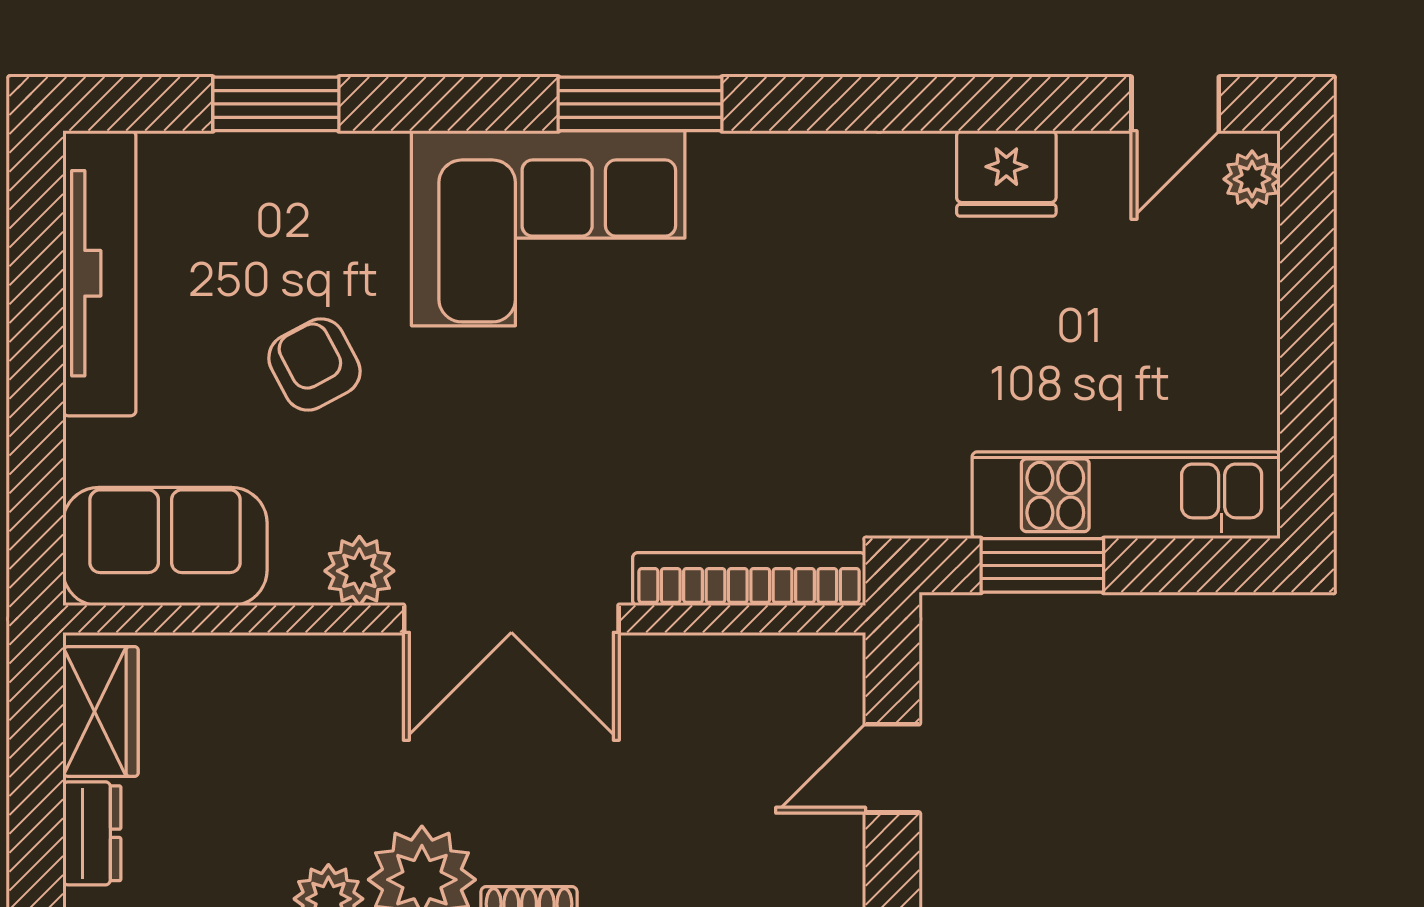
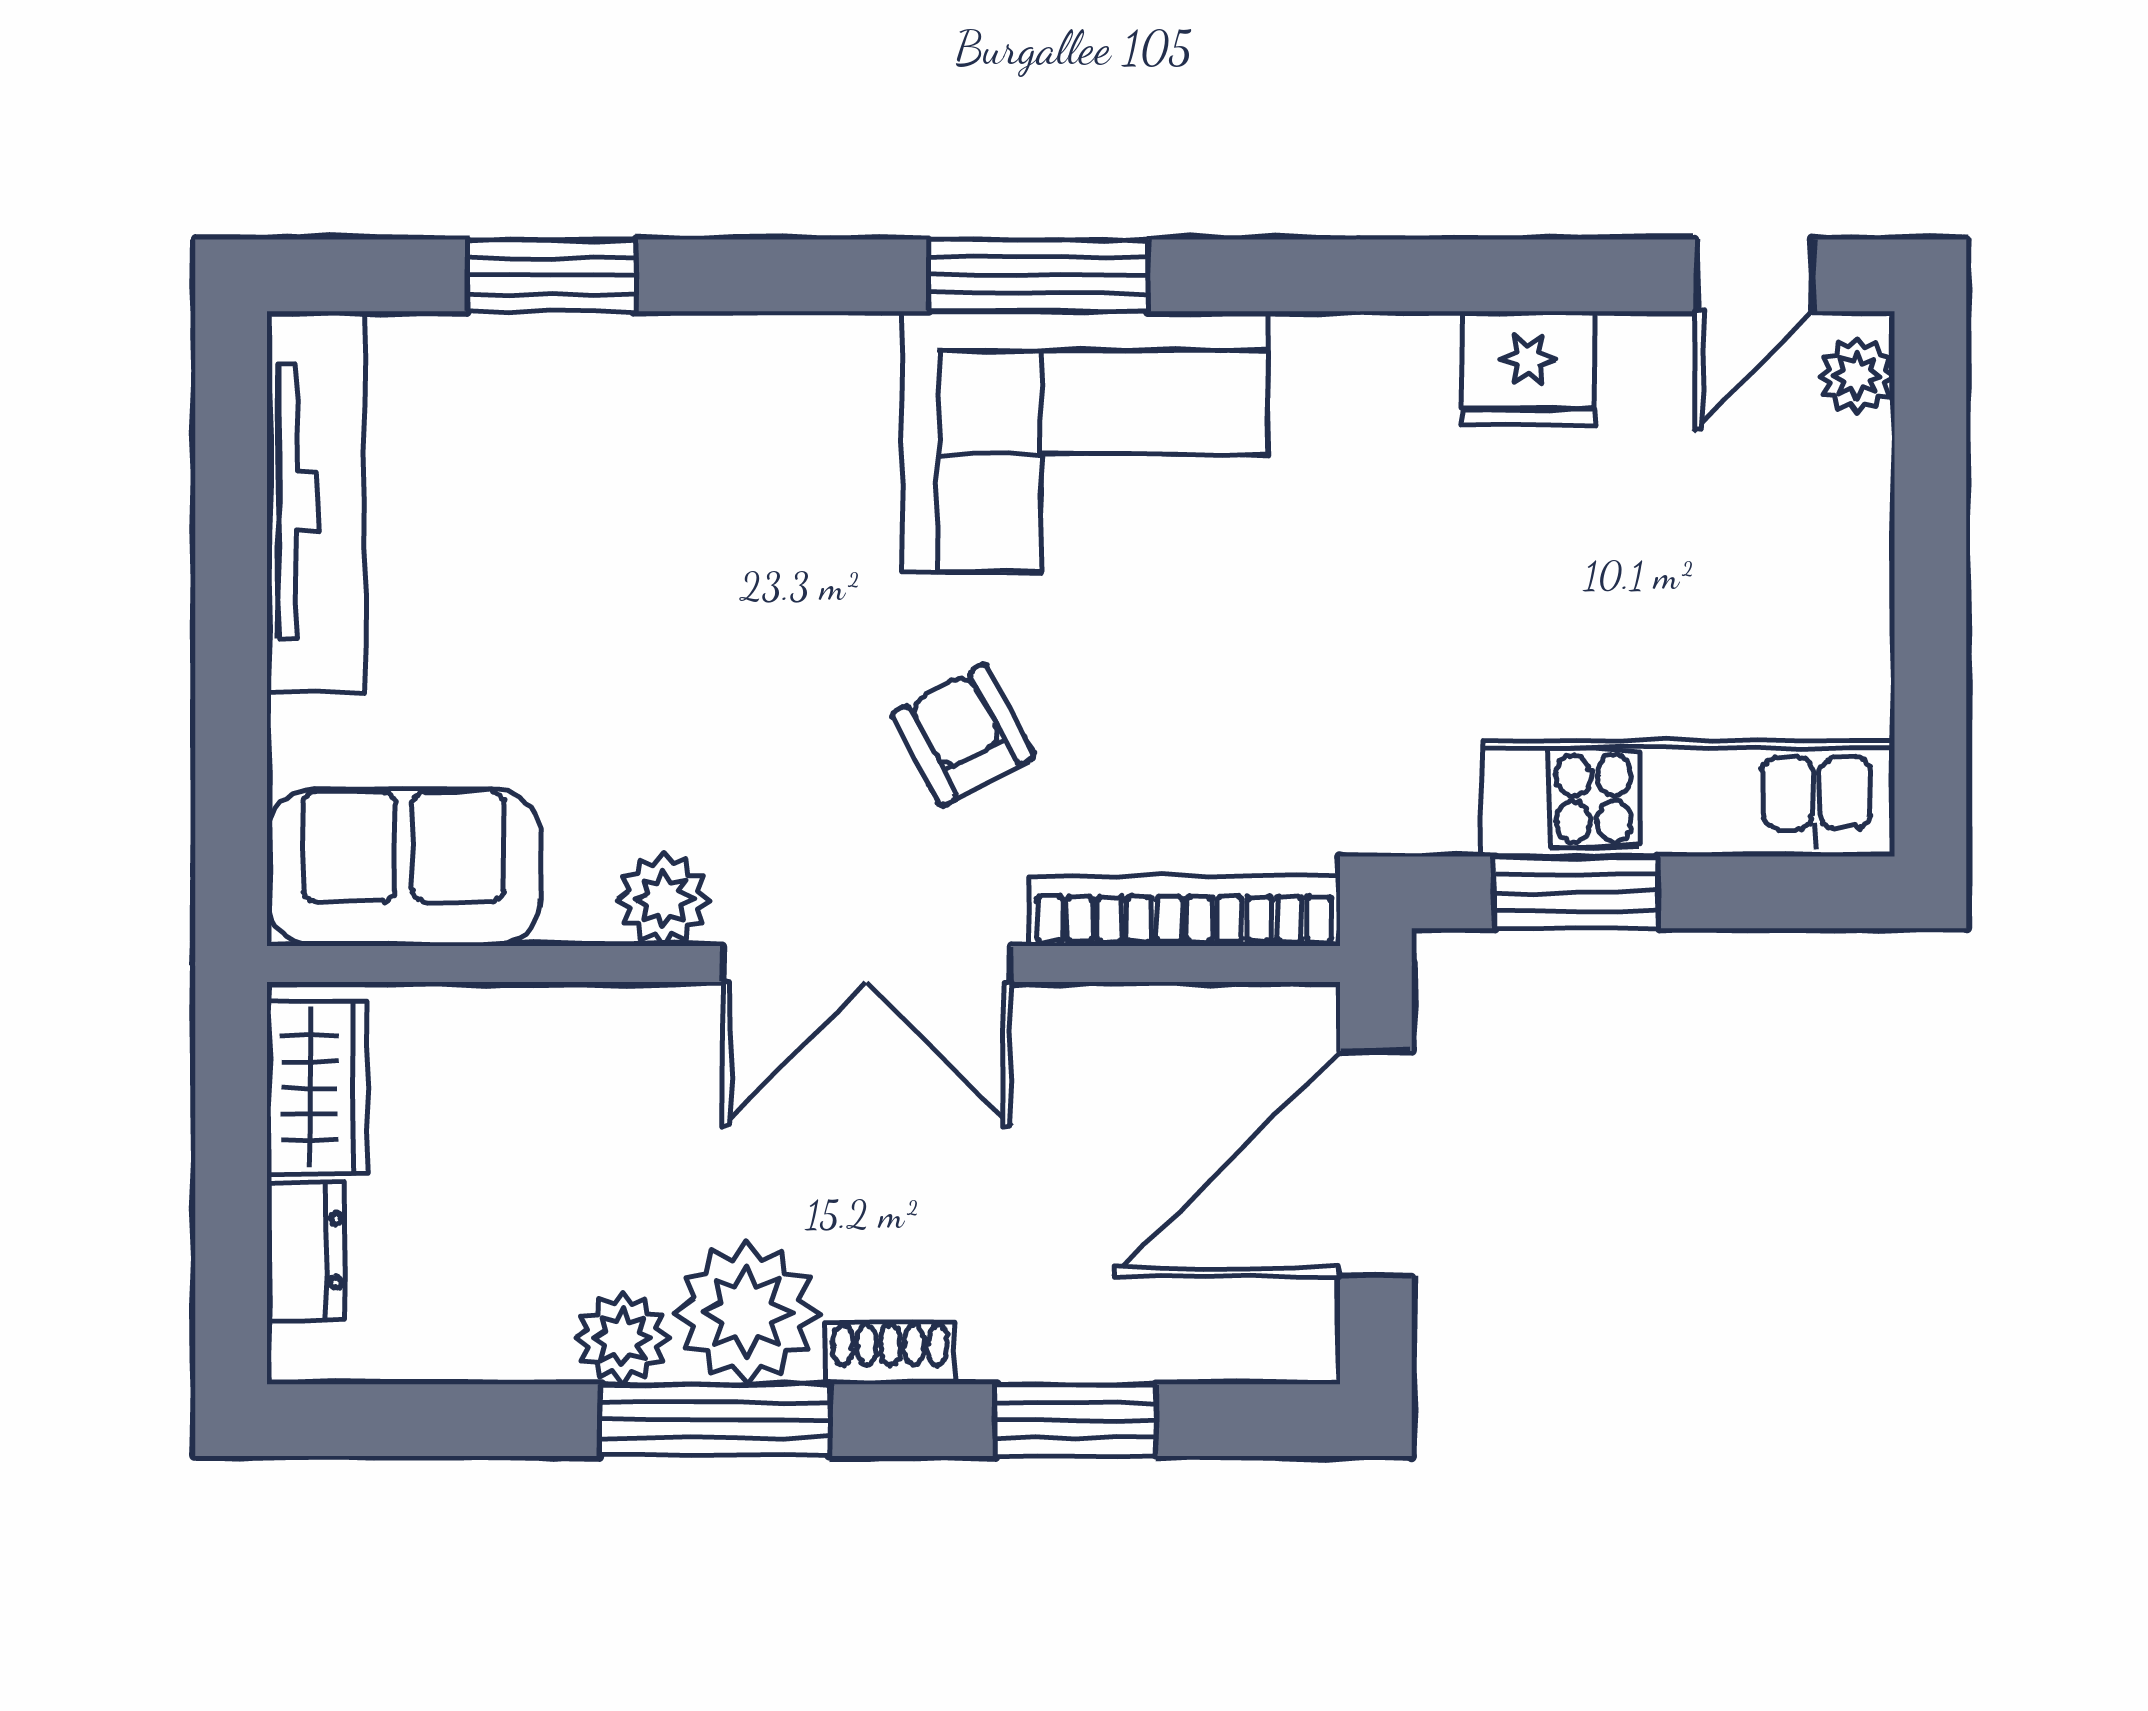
corner sofa: (548, 228) -> (1085, 442), moved
armchair: (314, 364) -> (963, 735), moved
door: (892, 768) -> (1376, 1164), width x1.87

